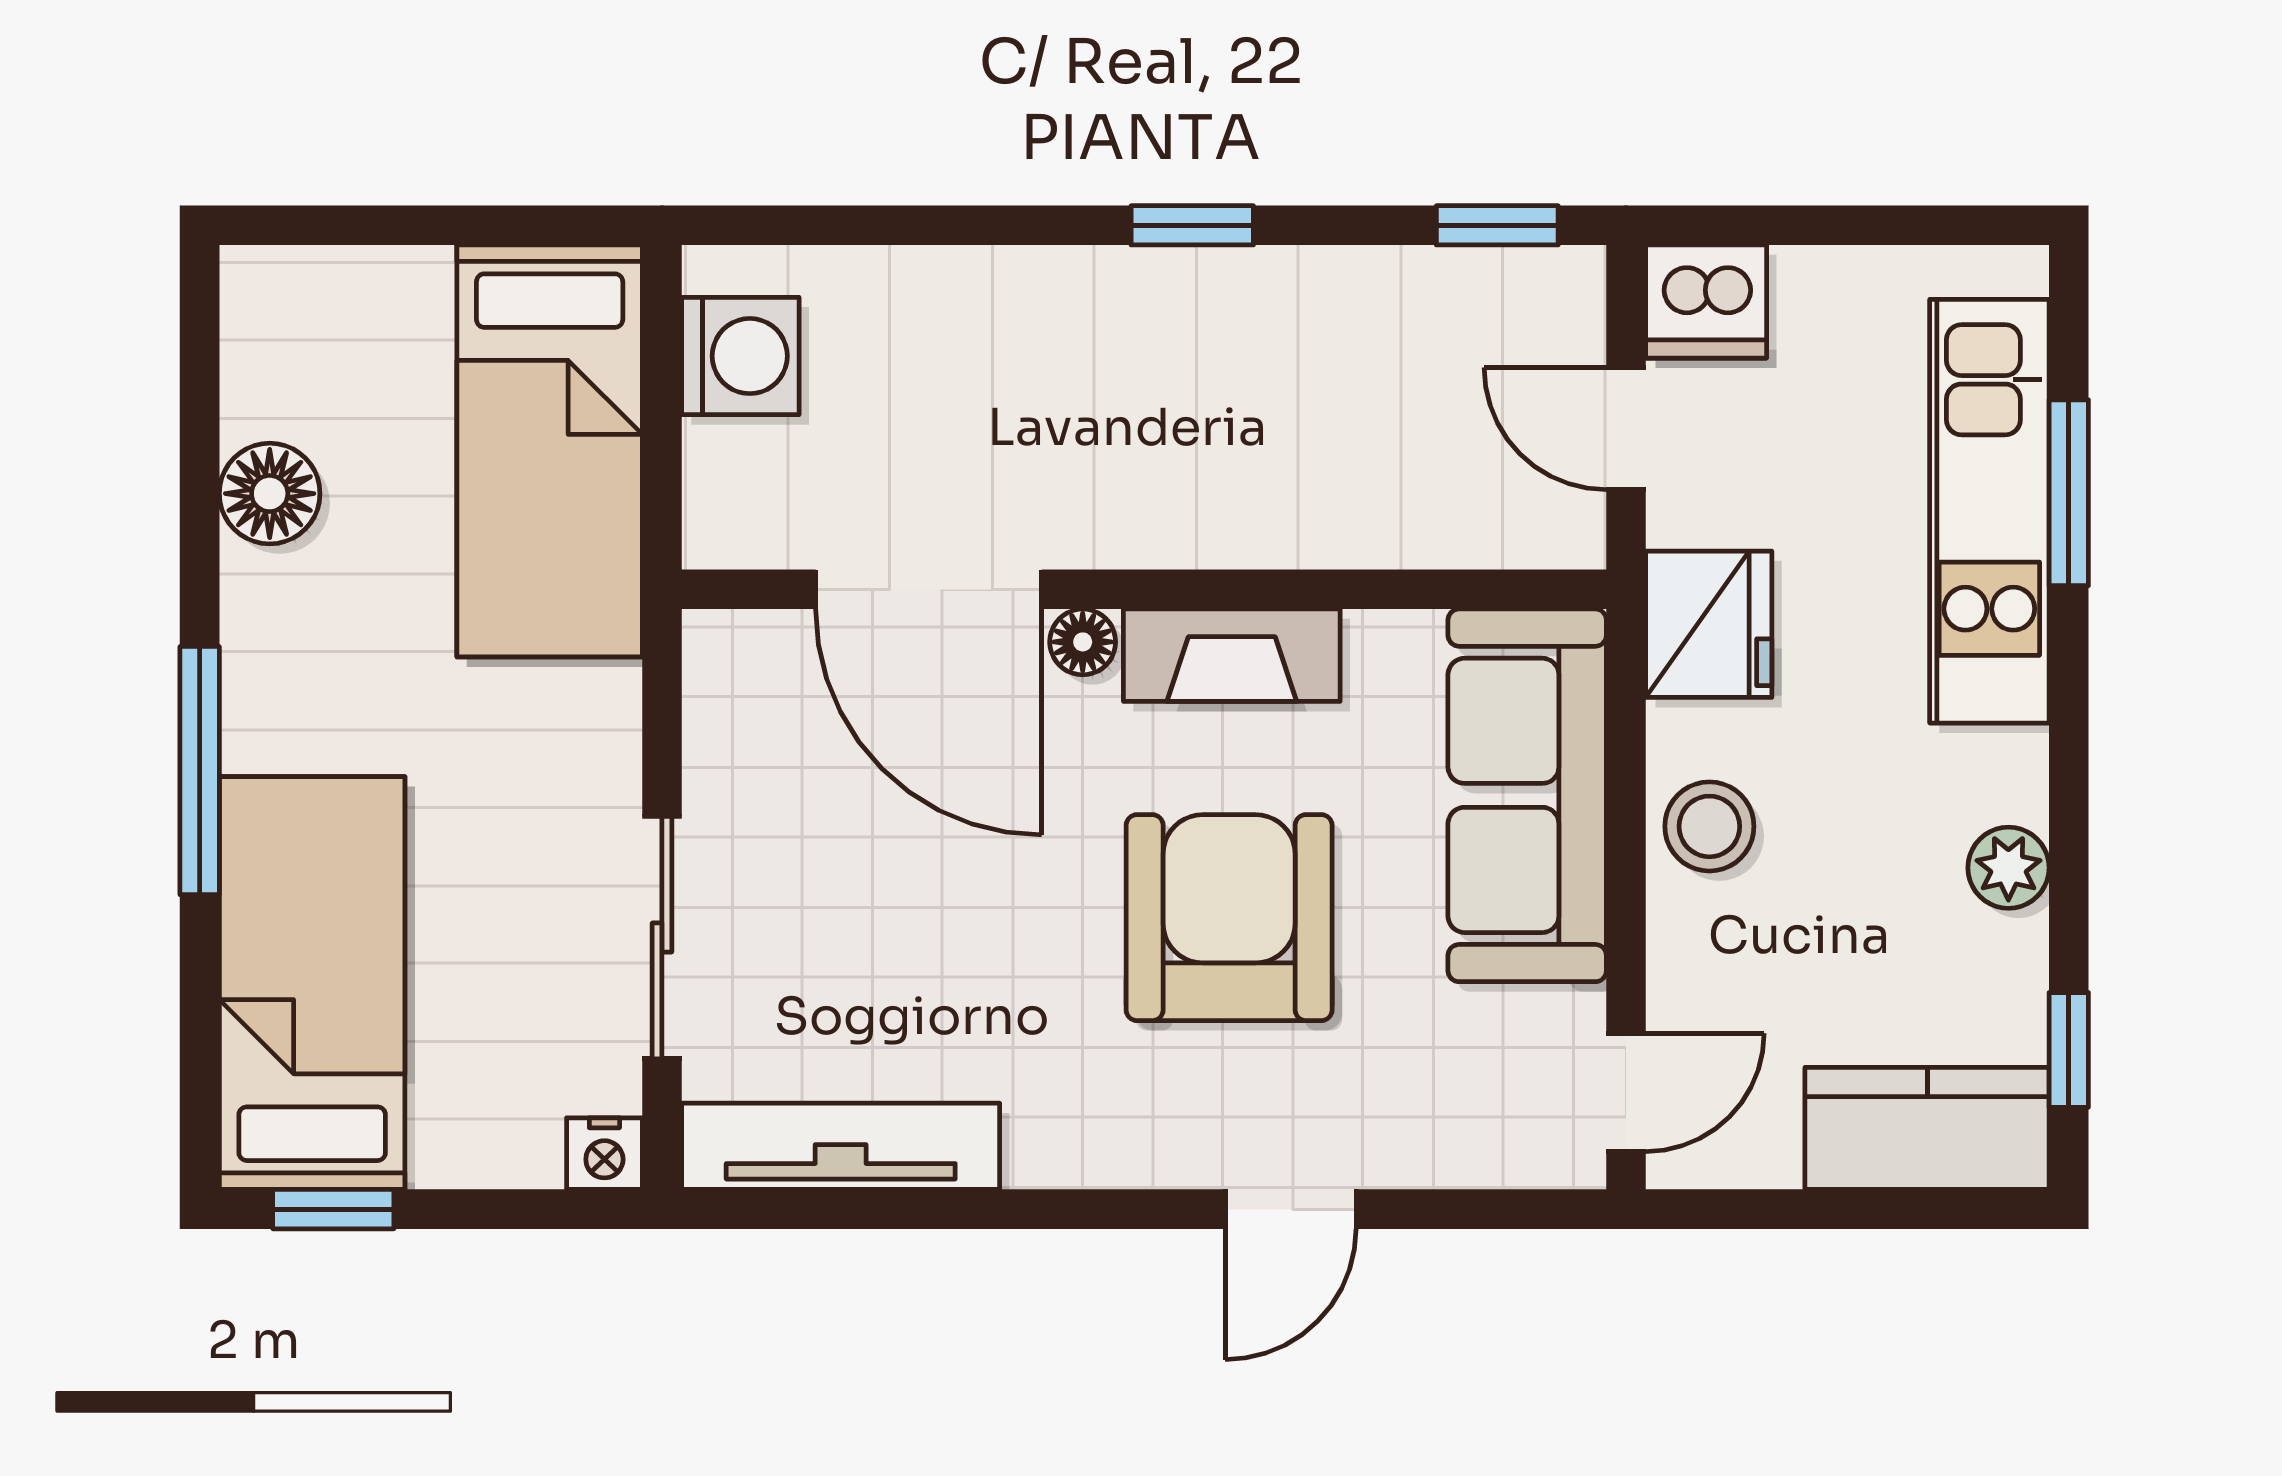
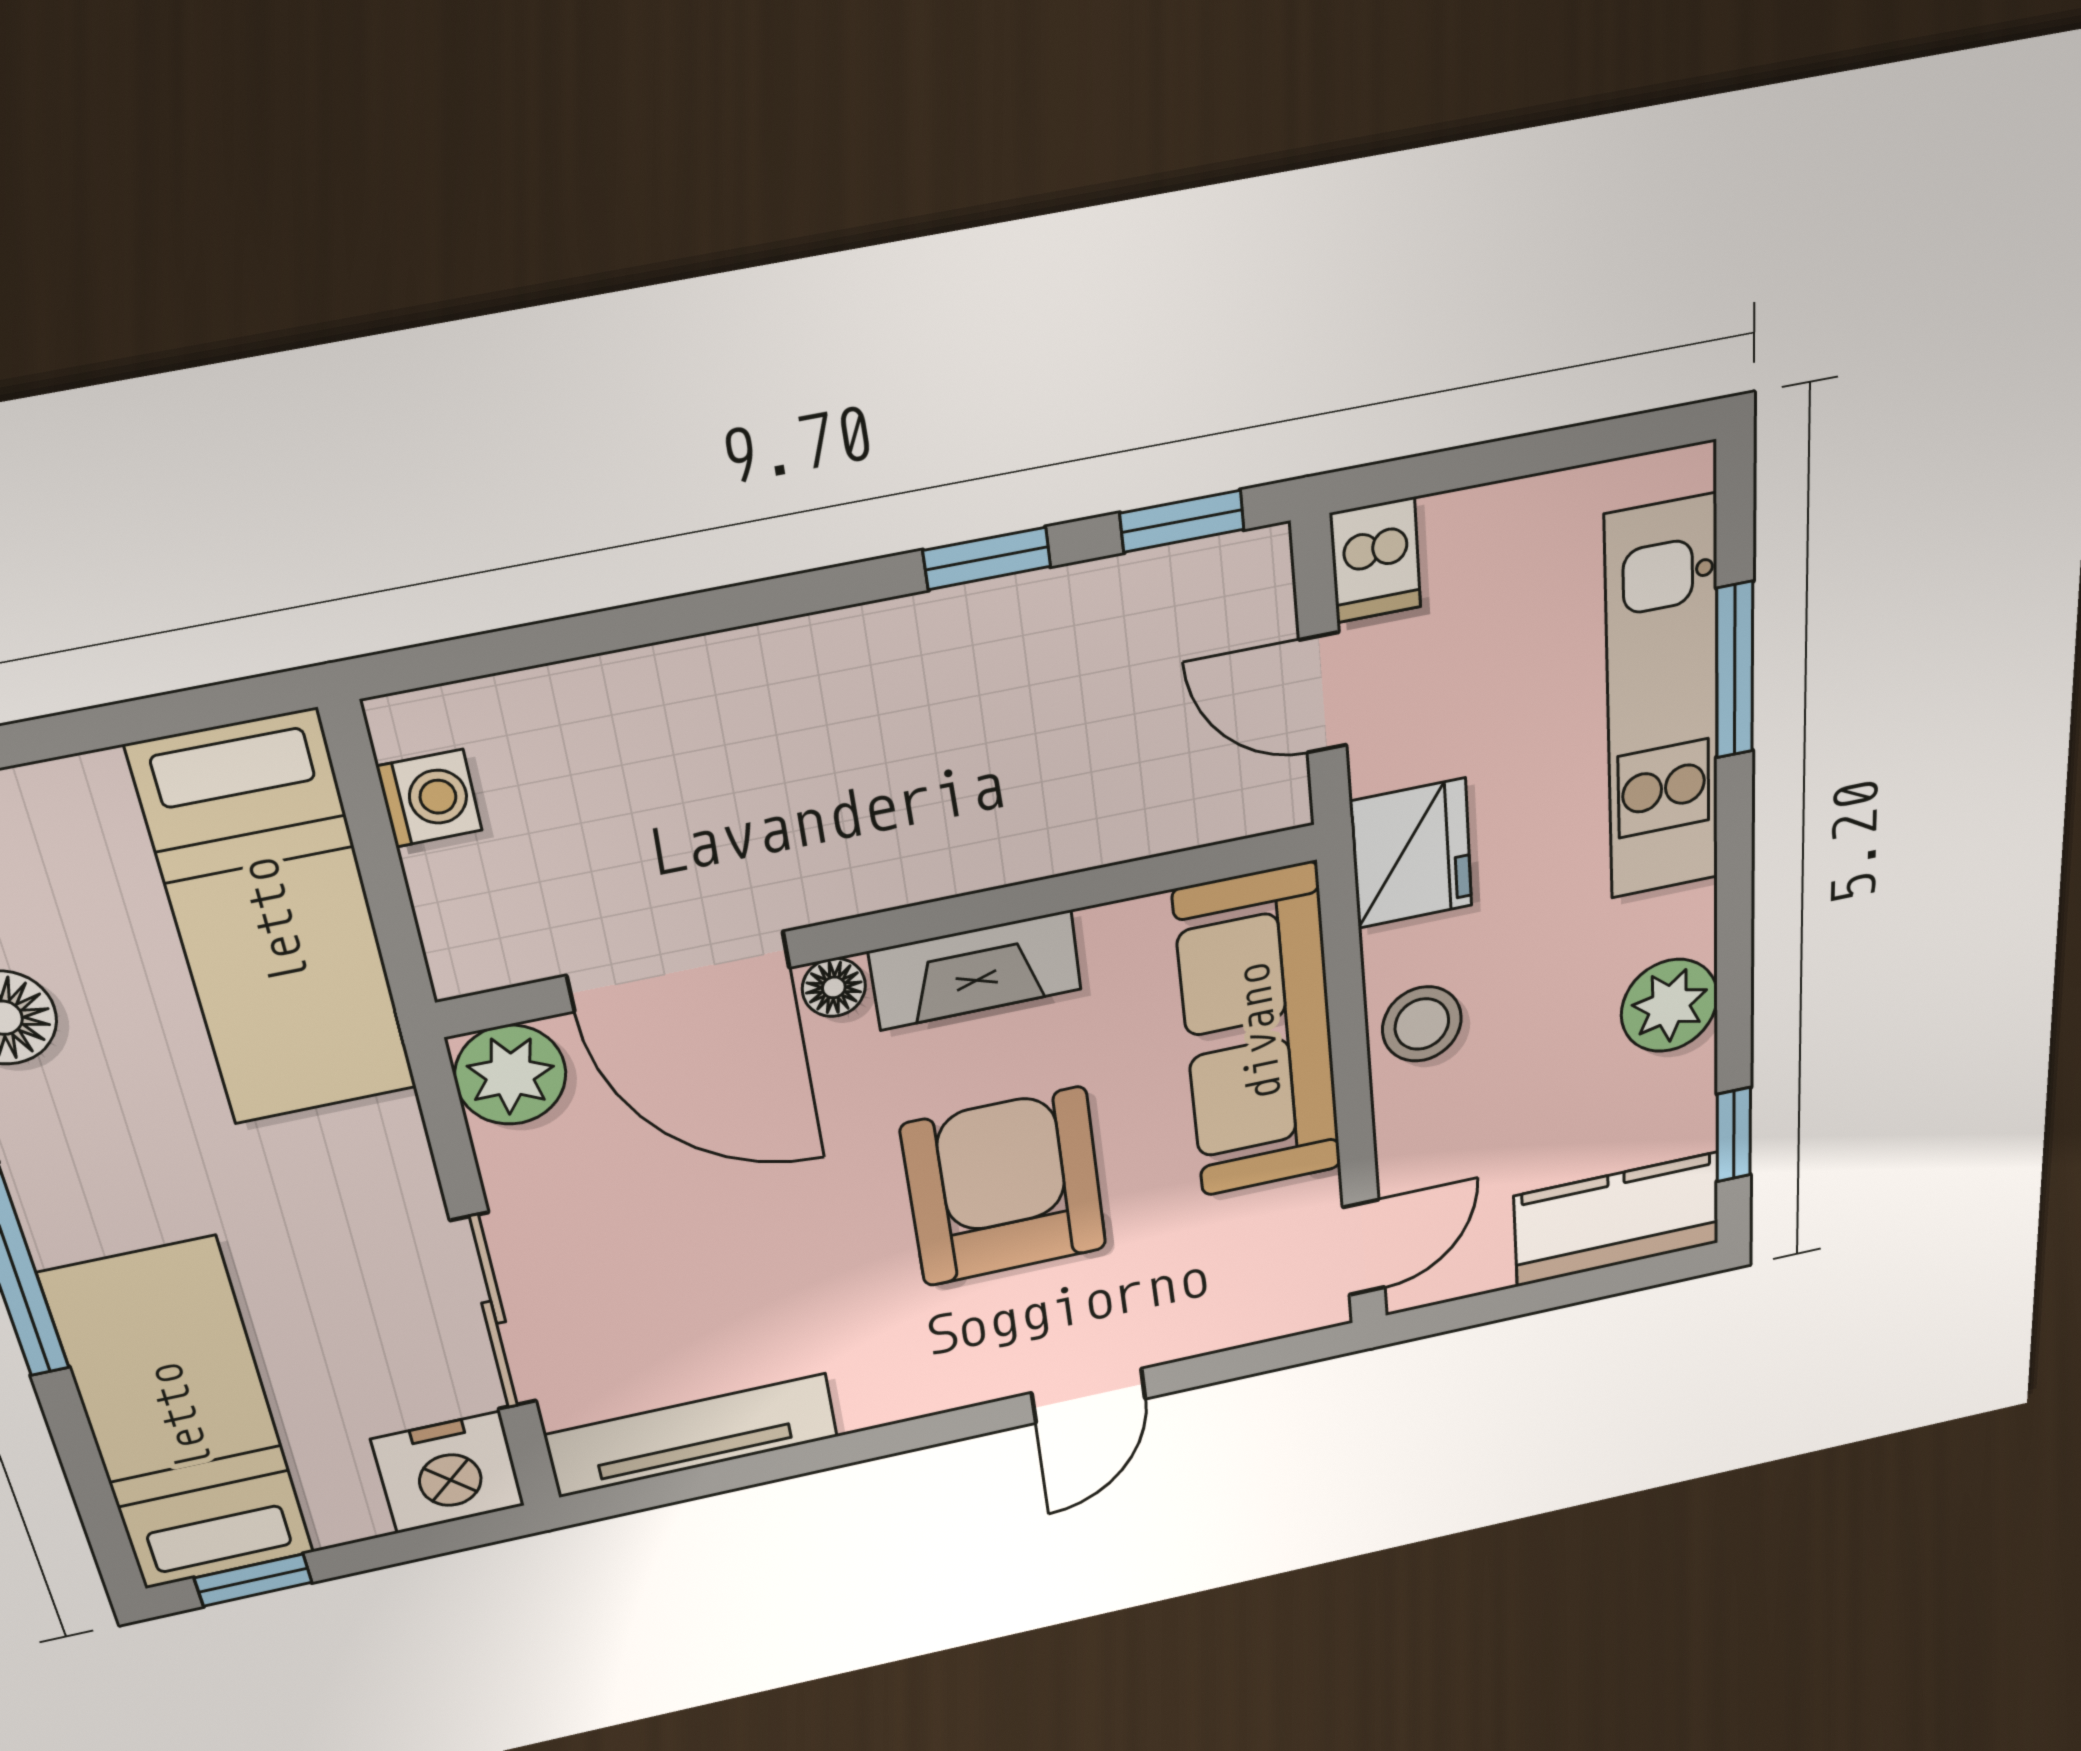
window: (1192, 225) -> (987, 558), moved
dishwasher: (1706, 302) -> (1375, 560), width x0.73
washing machine: (740, 356) -> (429, 798), width x0.73, depth x0.73
plant: (738, 665) -> (510, 1075), added
plant: (2008, 868) -> (1669, 1006), width x1.38, depth x1.38
nightstand: (604, 1154) -> (448, 1473), width x1.89, depth x1.79

